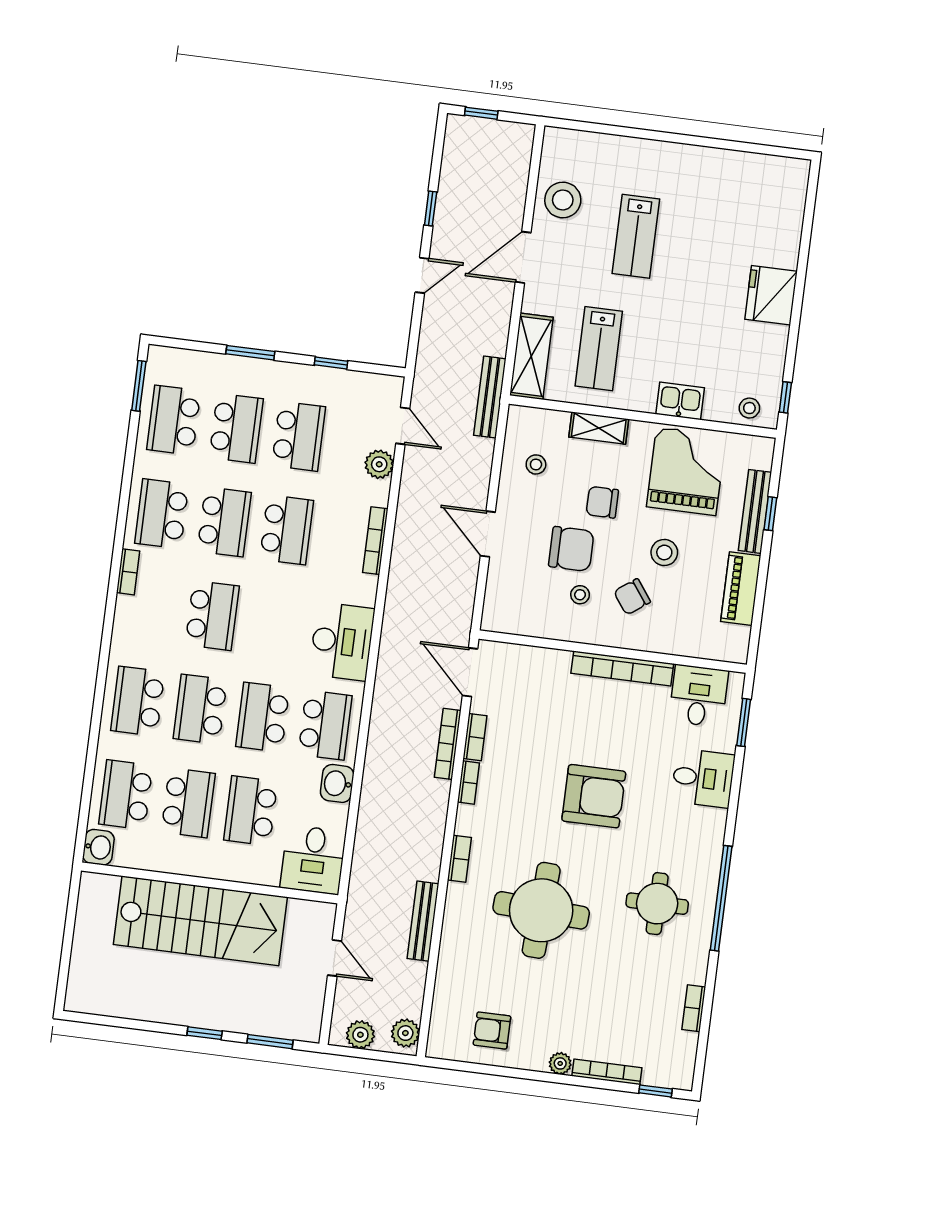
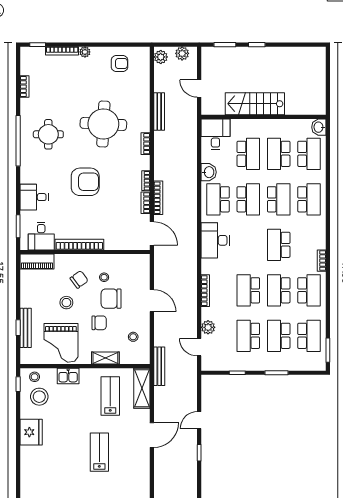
stool: (563, 200) -> (39, 397), moved
piano: (741, 589) -> (37, 262), moved, turned 90
armchair: (594, 796) -> (85, 182), turned 180
stairs: (200, 921) -> (255, 104), width x0.73, depth x0.66

